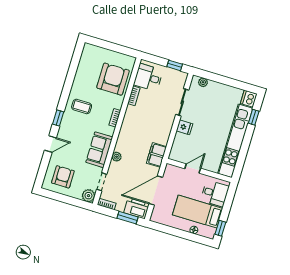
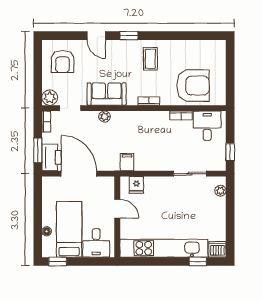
fridge: (184, 127) -> (136, 185), moved
filing cabinet: (156, 155) -> (127, 162), width x0.50
armchair: (63, 177) -> (63, 62), turned 90

